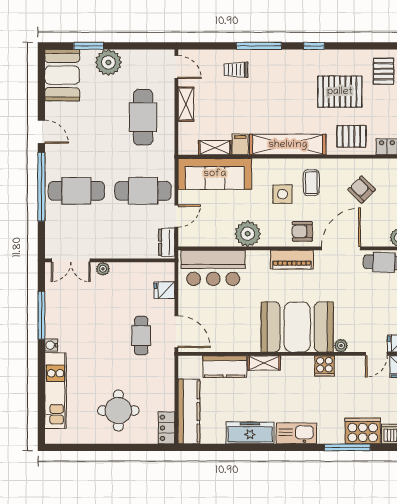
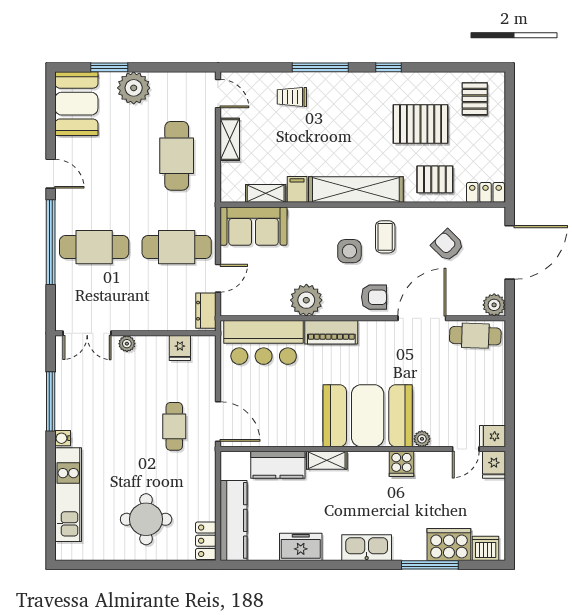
sofa: (215, 174) -> (253, 226), width x0.73
armchair: (302, 231) -> (374, 297), turned 180
piano: (292, 260) -> (331, 332), moved
fridge: (164, 290) -> (180, 348), moved, turned -90
freezer: (250, 433) -> (301, 547), width x0.71

